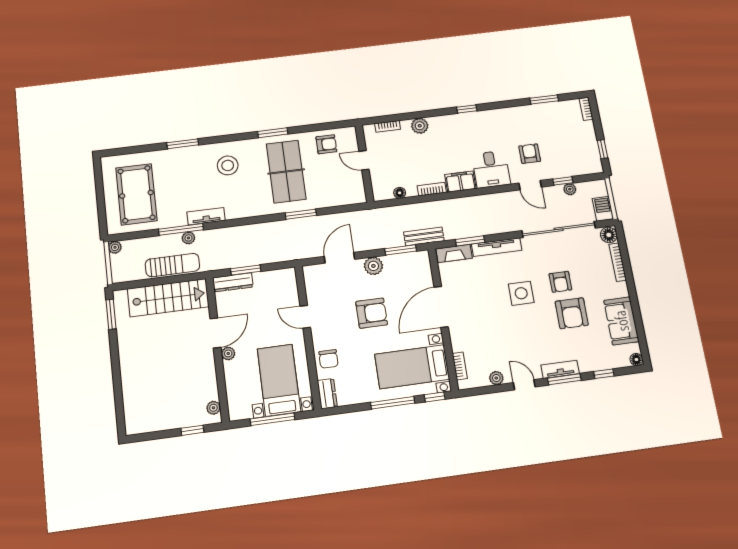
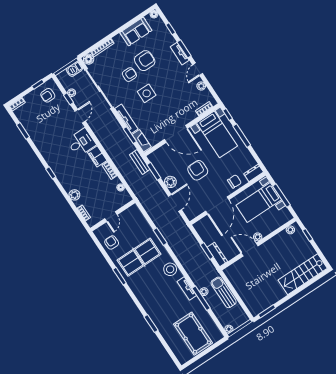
armchair: (530, 154) -> (48, 95), moved
stool: (228, 165) -> (170, 269), moved
pool table: (136, 194) -> (193, 334), turned 90
door: (339, 258) -> (175, 203), swing flipped
stairs: (168, 298) -> (303, 274), moved, turned -90
door: (305, 317) -> (217, 205), width x1.88

